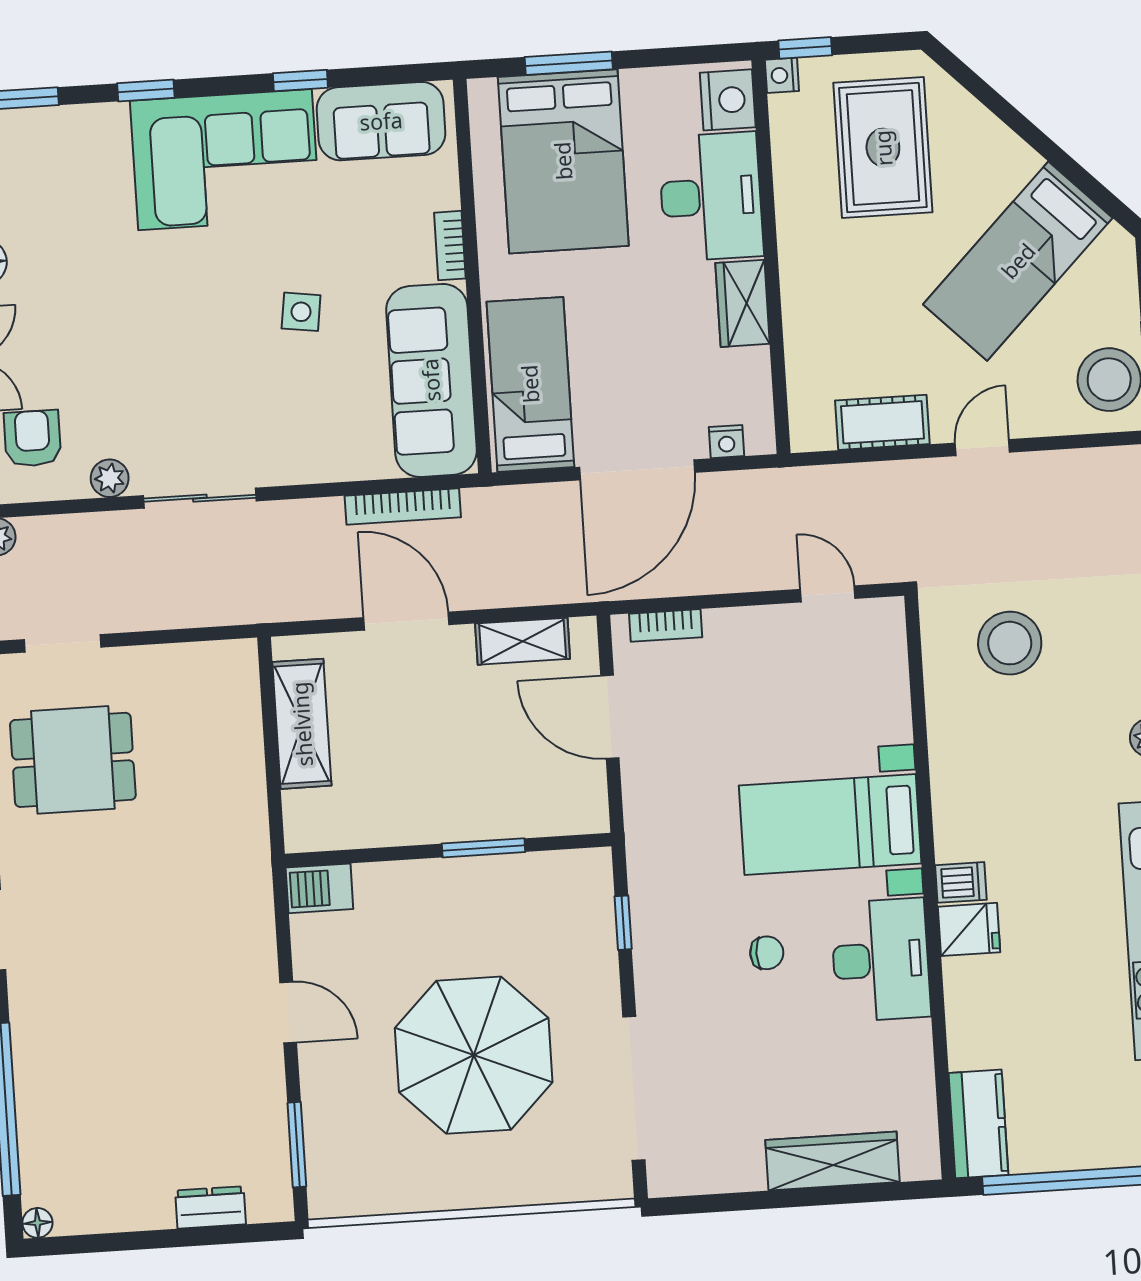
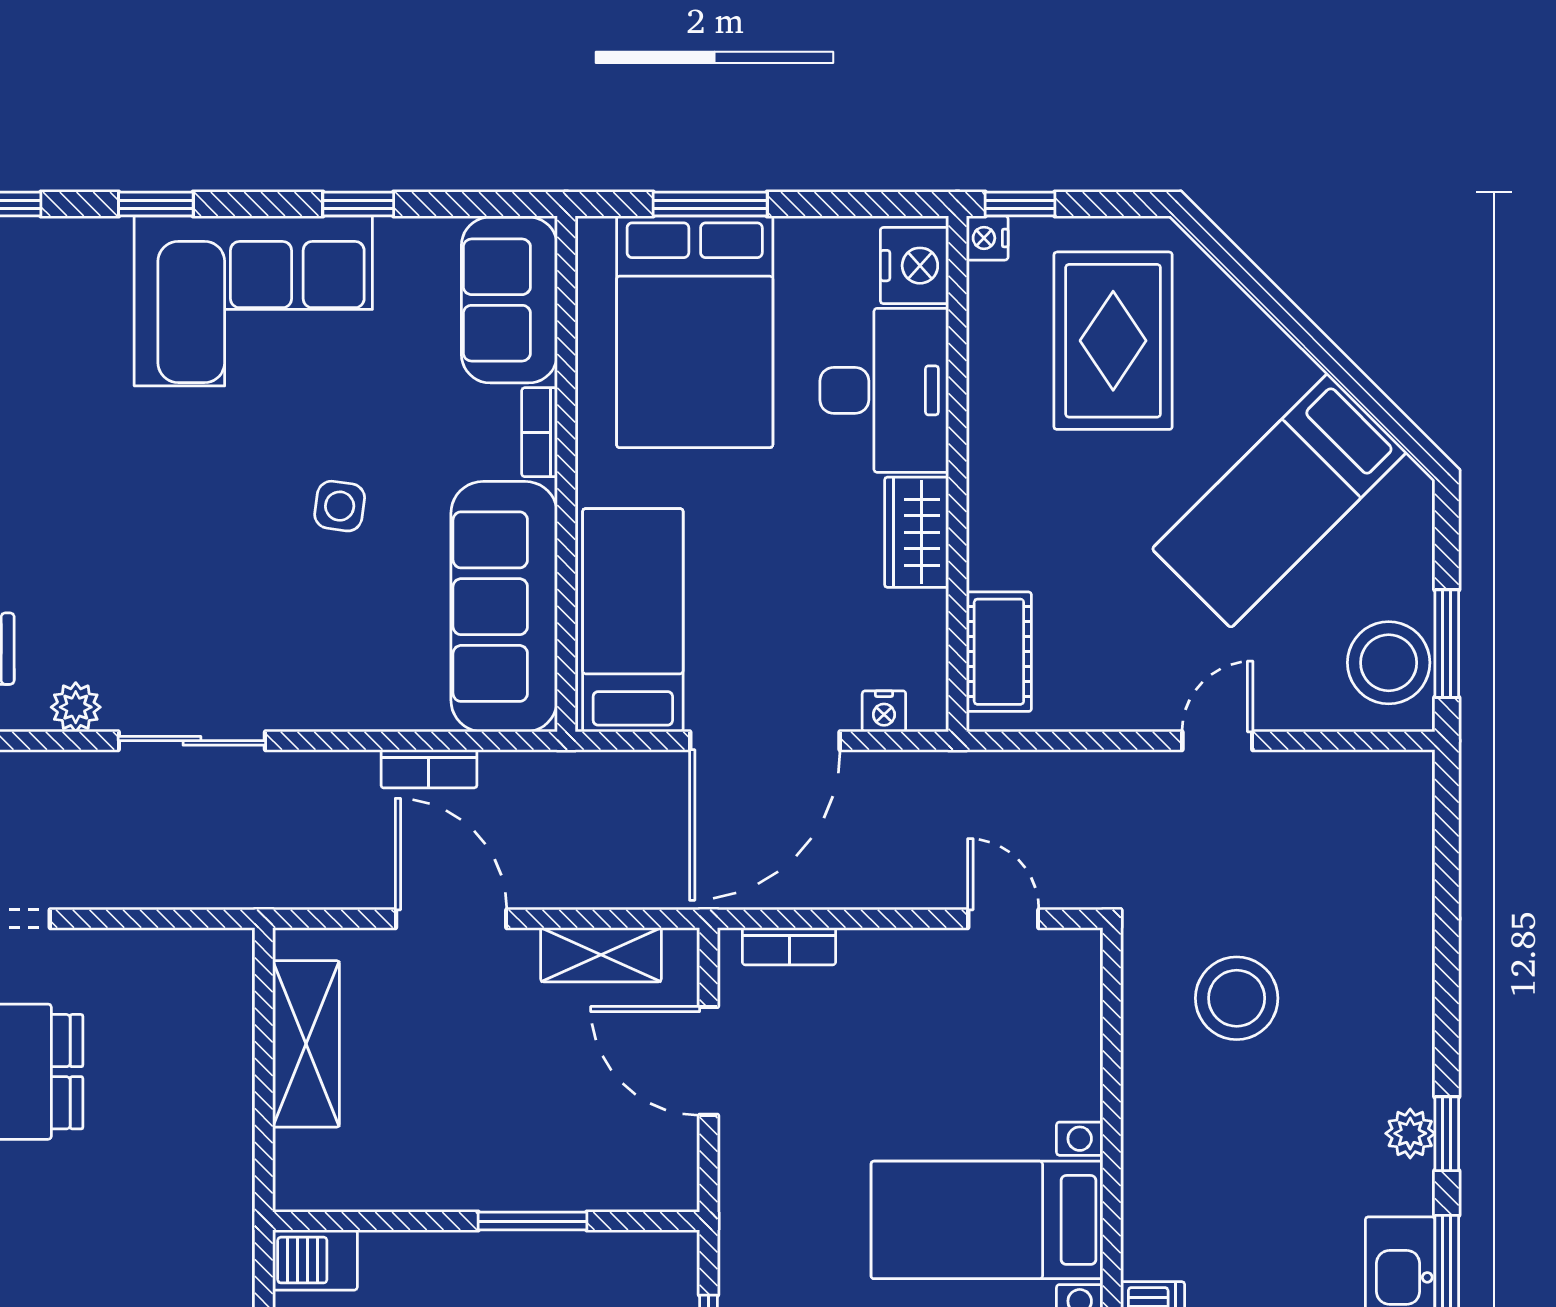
sofa: (381, 121) -> (509, 300), moved, turned 90
cot: (882, 422) -> (999, 652), moved, turned 90
bookcase: (403, 507) -> (429, 769), width x0.64

